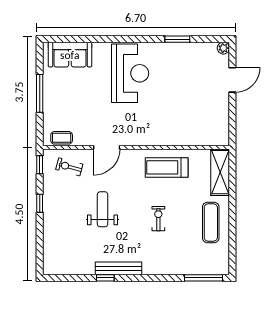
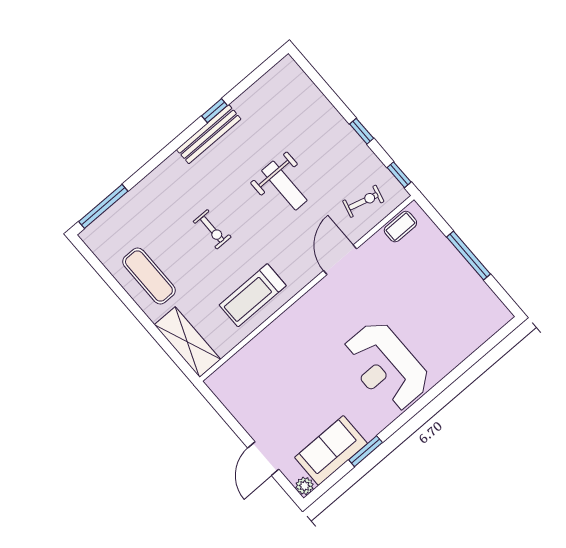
sofa: (70, 55) -> (331, 450), moved
treadmill: (167, 167) -> (253, 295), turned 180

